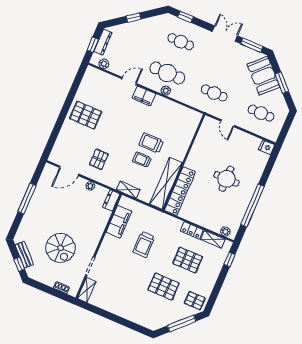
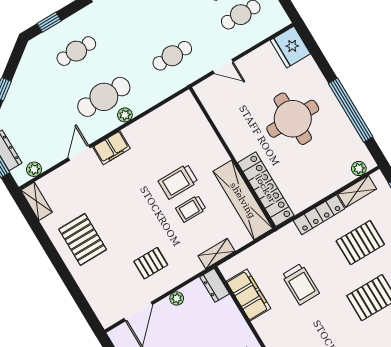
shelving: (88, 77) -> (36, 201), added
pallet: (86, 115) -> (83, 239), turned 90
fridge: (267, 147) -> (290, 47), width x1.88, depth x1.34
pallet: (99, 159) -> (151, 263), turned 90
round table: (227, 179) -> (293, 119), width x1.36, depth x1.36
locker: (192, 230) -> (319, 215), width x1.53

